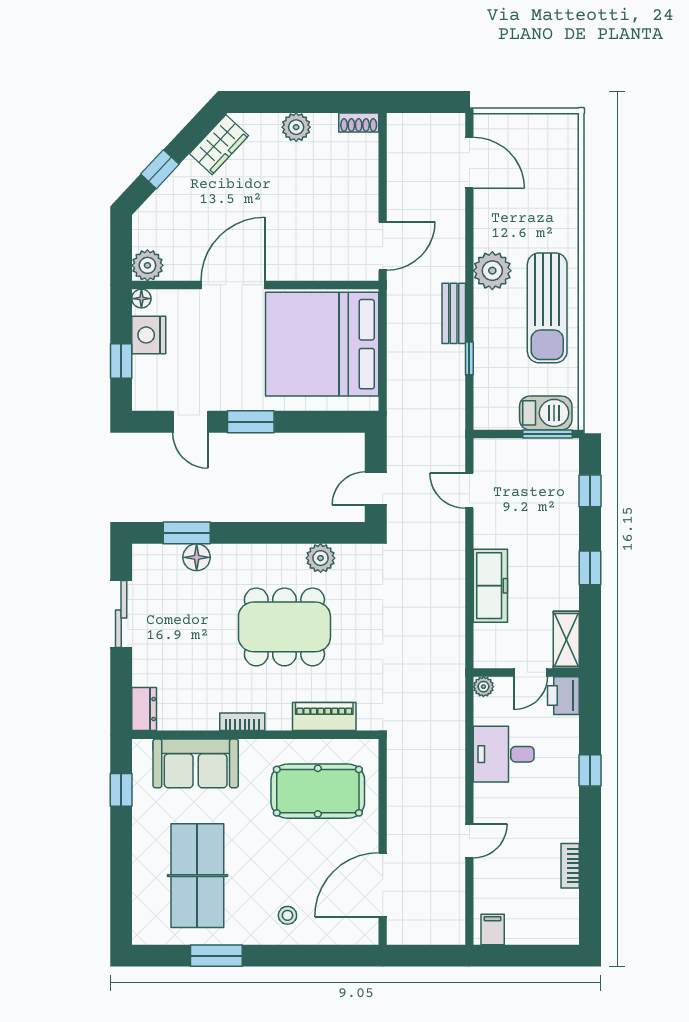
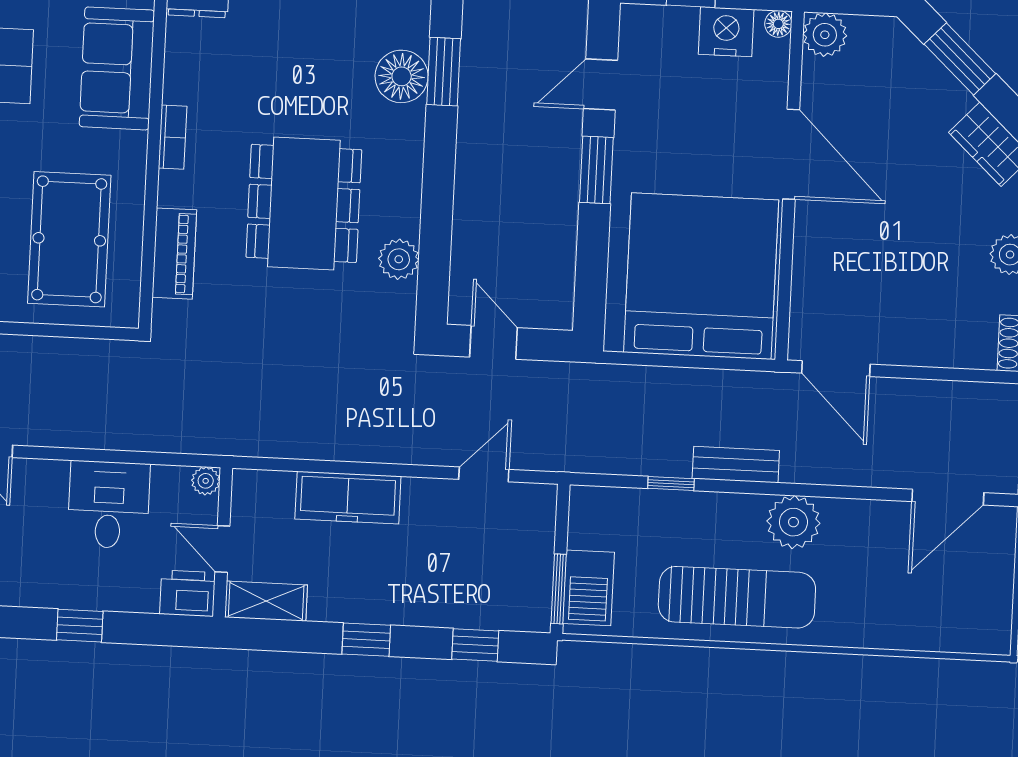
window: (160, 169) -> (960, 59), width x1.50
sun lounger: (547, 308) -> (737, 597), turned 180
floor lamp: (197, 557) -> (402, 76), width x1.38, depth x1.38

